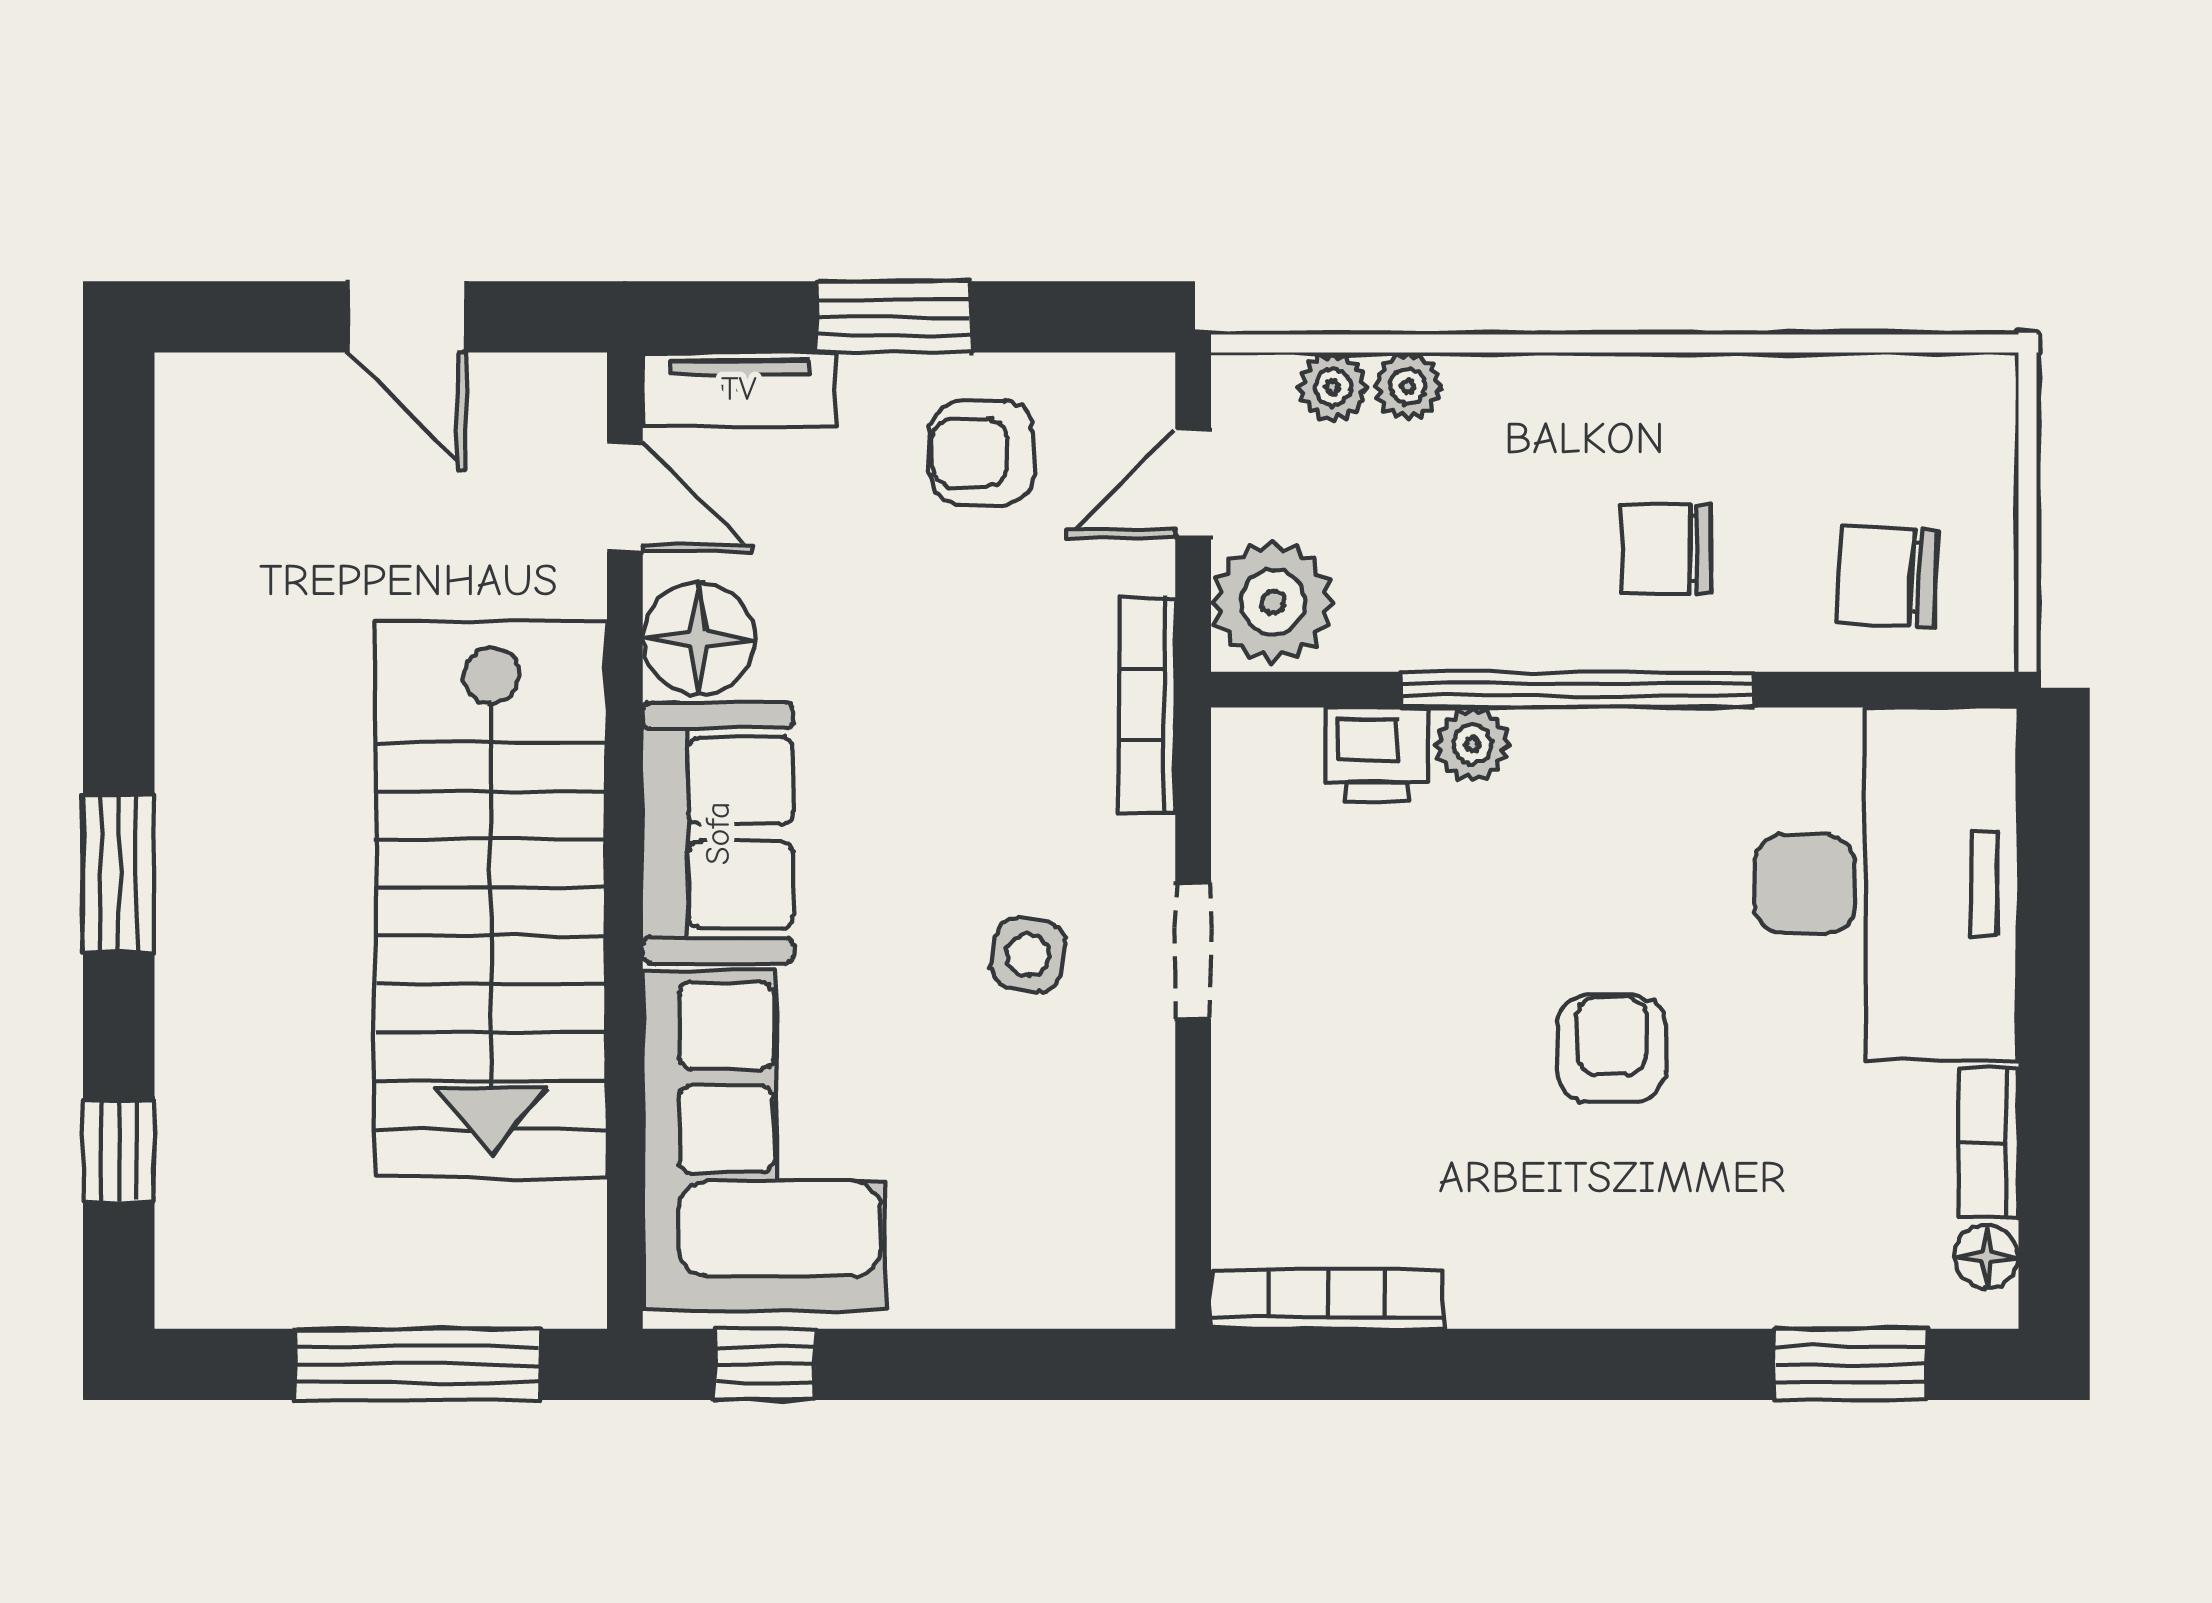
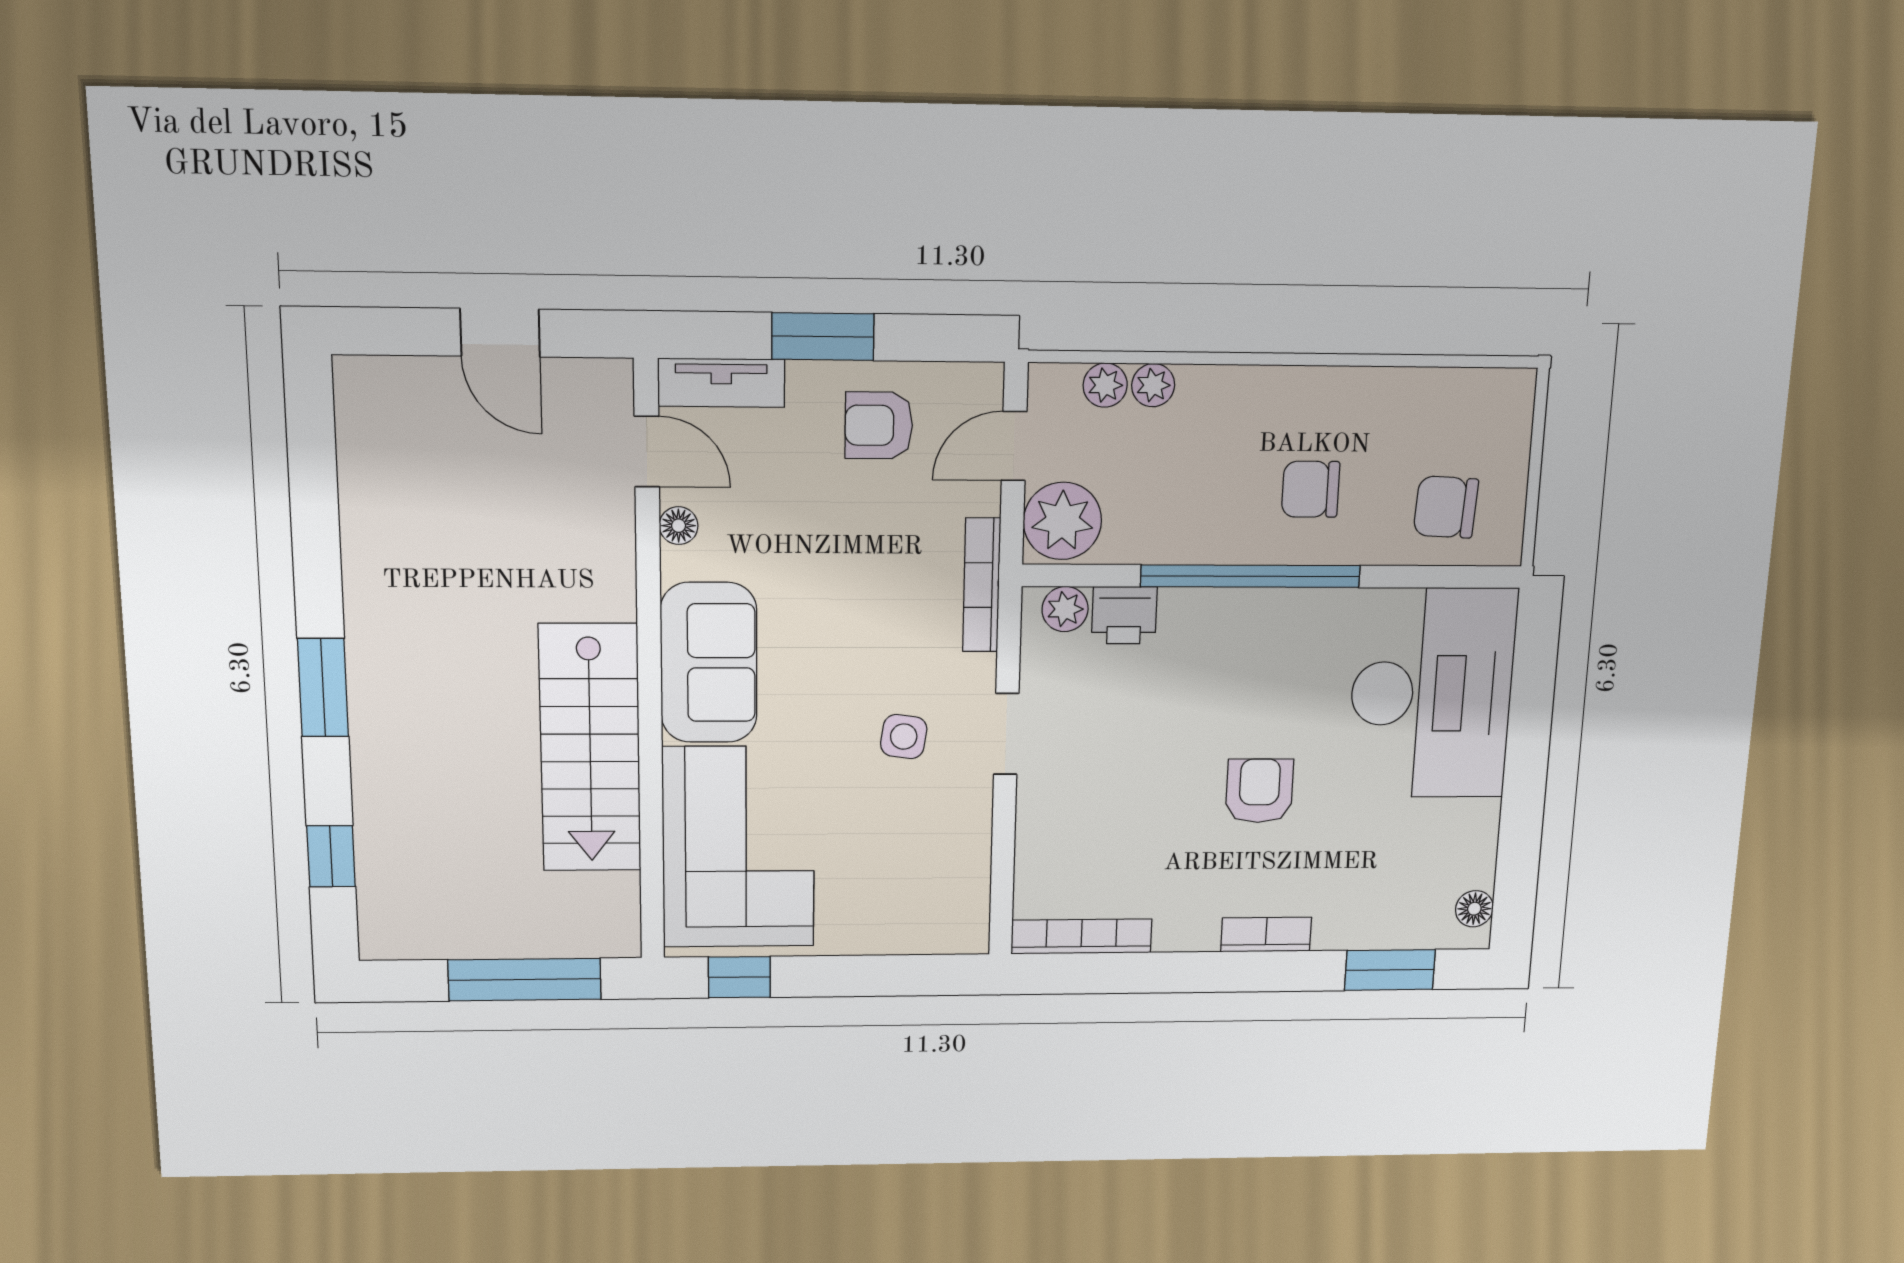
floor lamp: (699, 639) -> (679, 526), width x0.53, depth x0.53
plant: (1472, 744) -> (1065, 609), moved
stairs: (491, 899) -> (590, 748), width x0.73, depth x0.66
bookcase: (1989, 1142) -> (1266, 934), moved, turned 90

